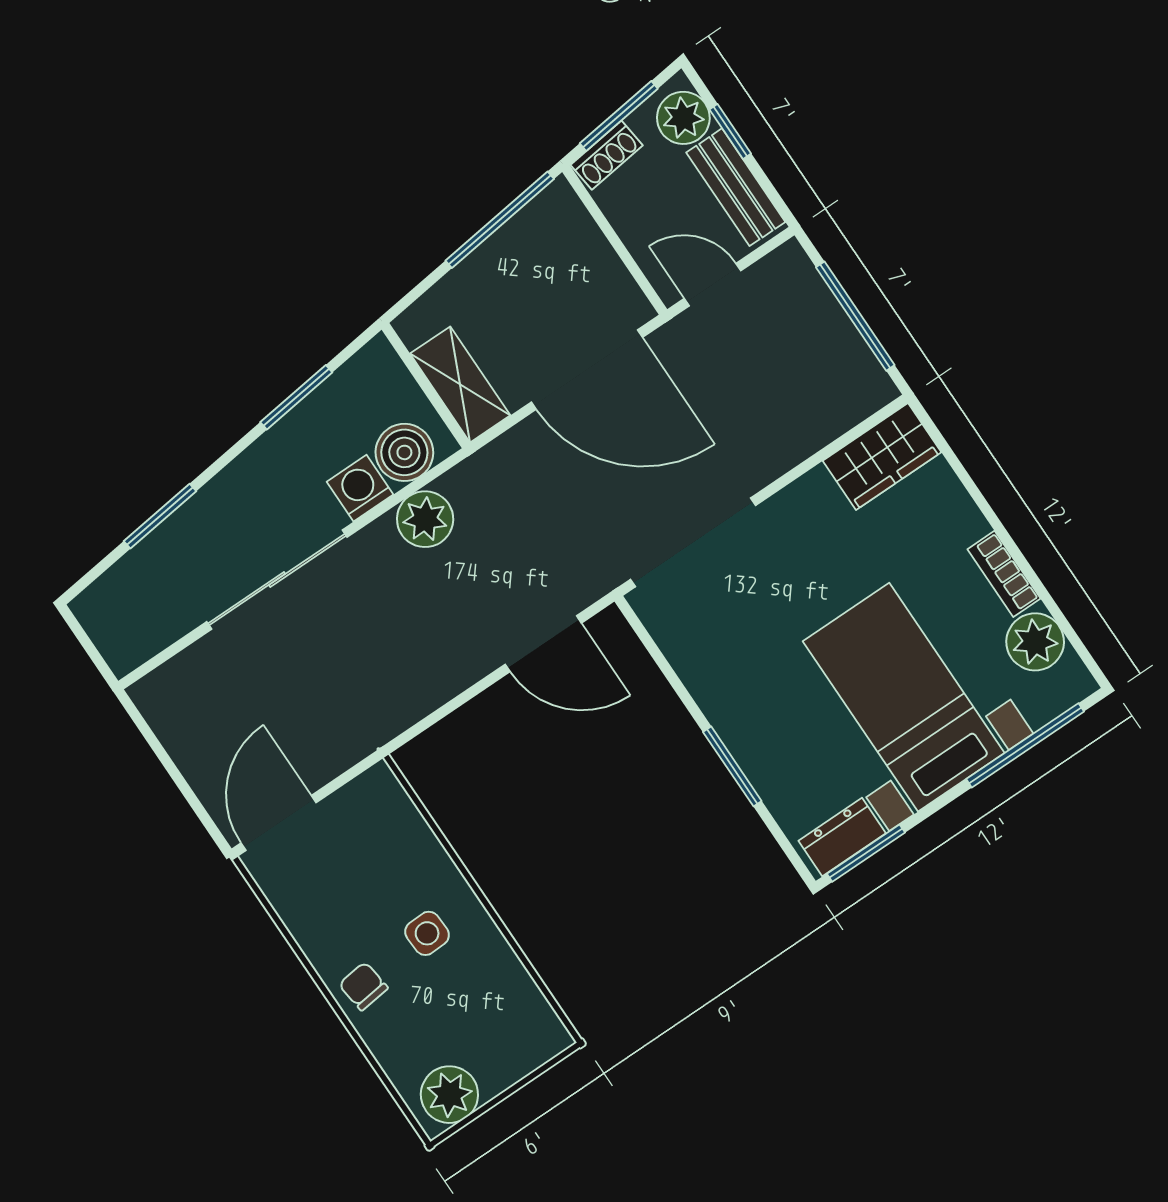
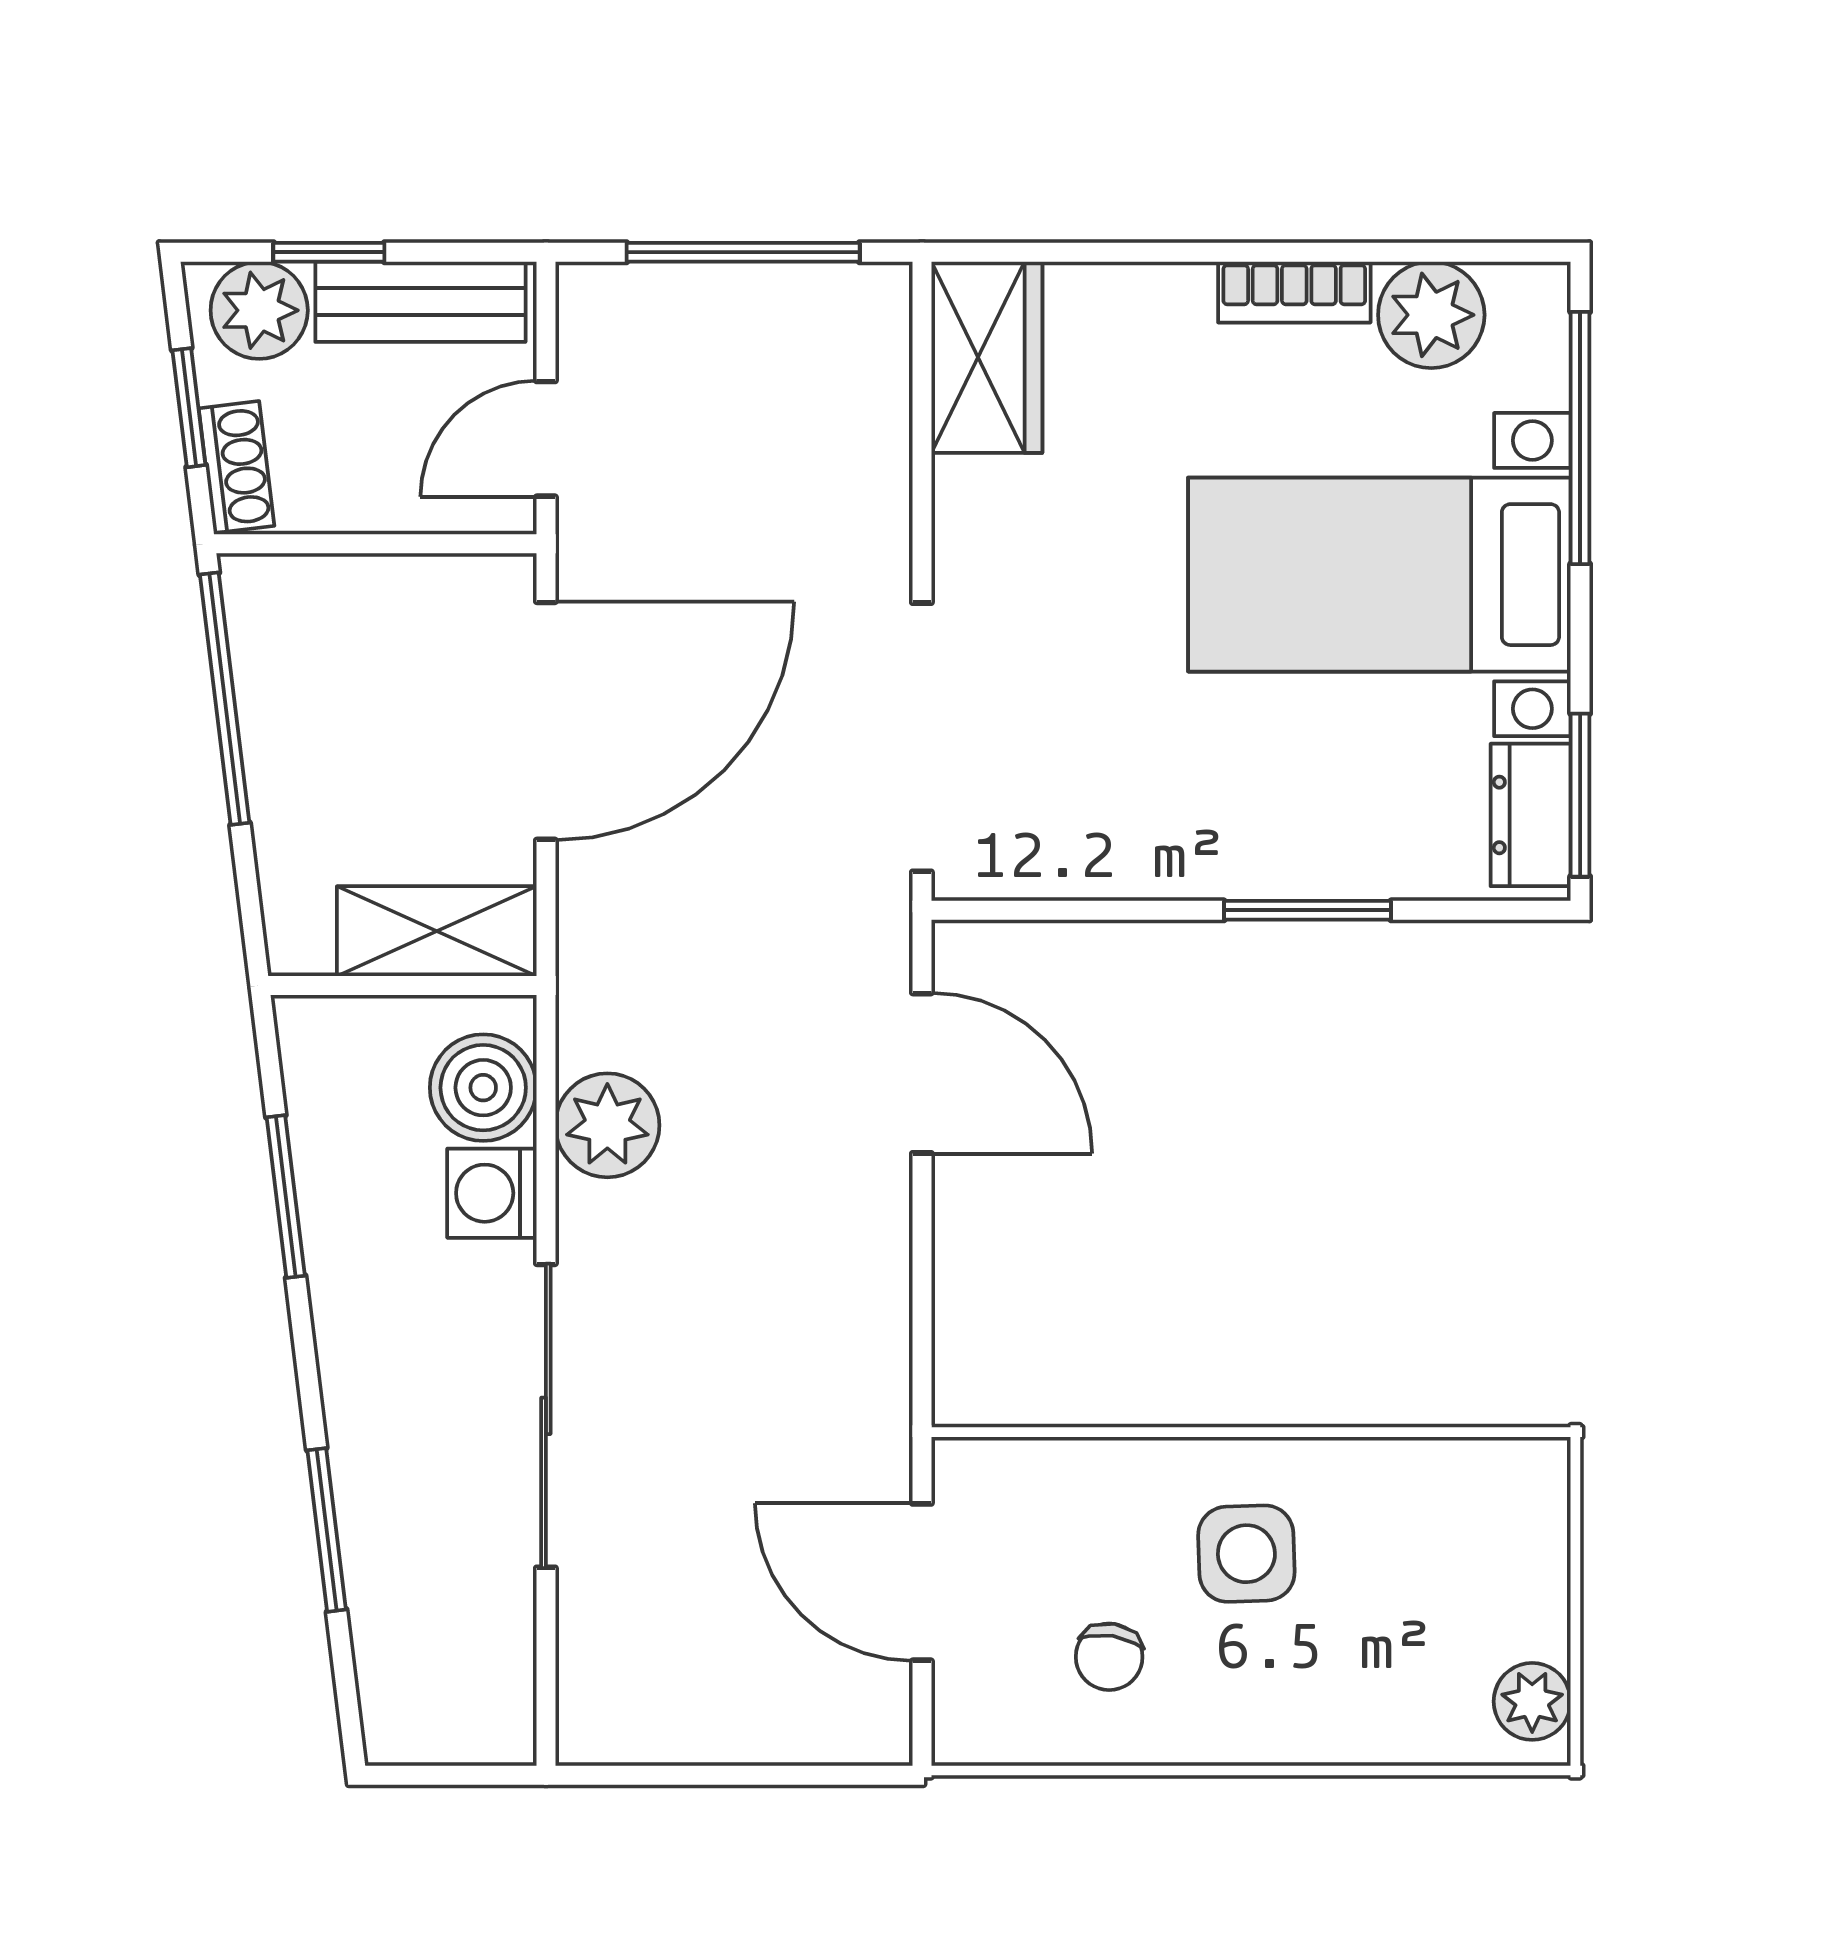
window: (619, 116) -> (189, 408), width x0.67
door: (543, 644) -> (922, 1073), hinge flipped
door: (279, 823) -> (922, 1582), moved
side table: (427, 933) -> (1246, 1554), width x1.37, depth x1.37
chair: (363, 986) -> (1109, 1657), moved, turned -74
plant: (449, 1095) -> (1532, 1701), width x0.73, depth x0.73

